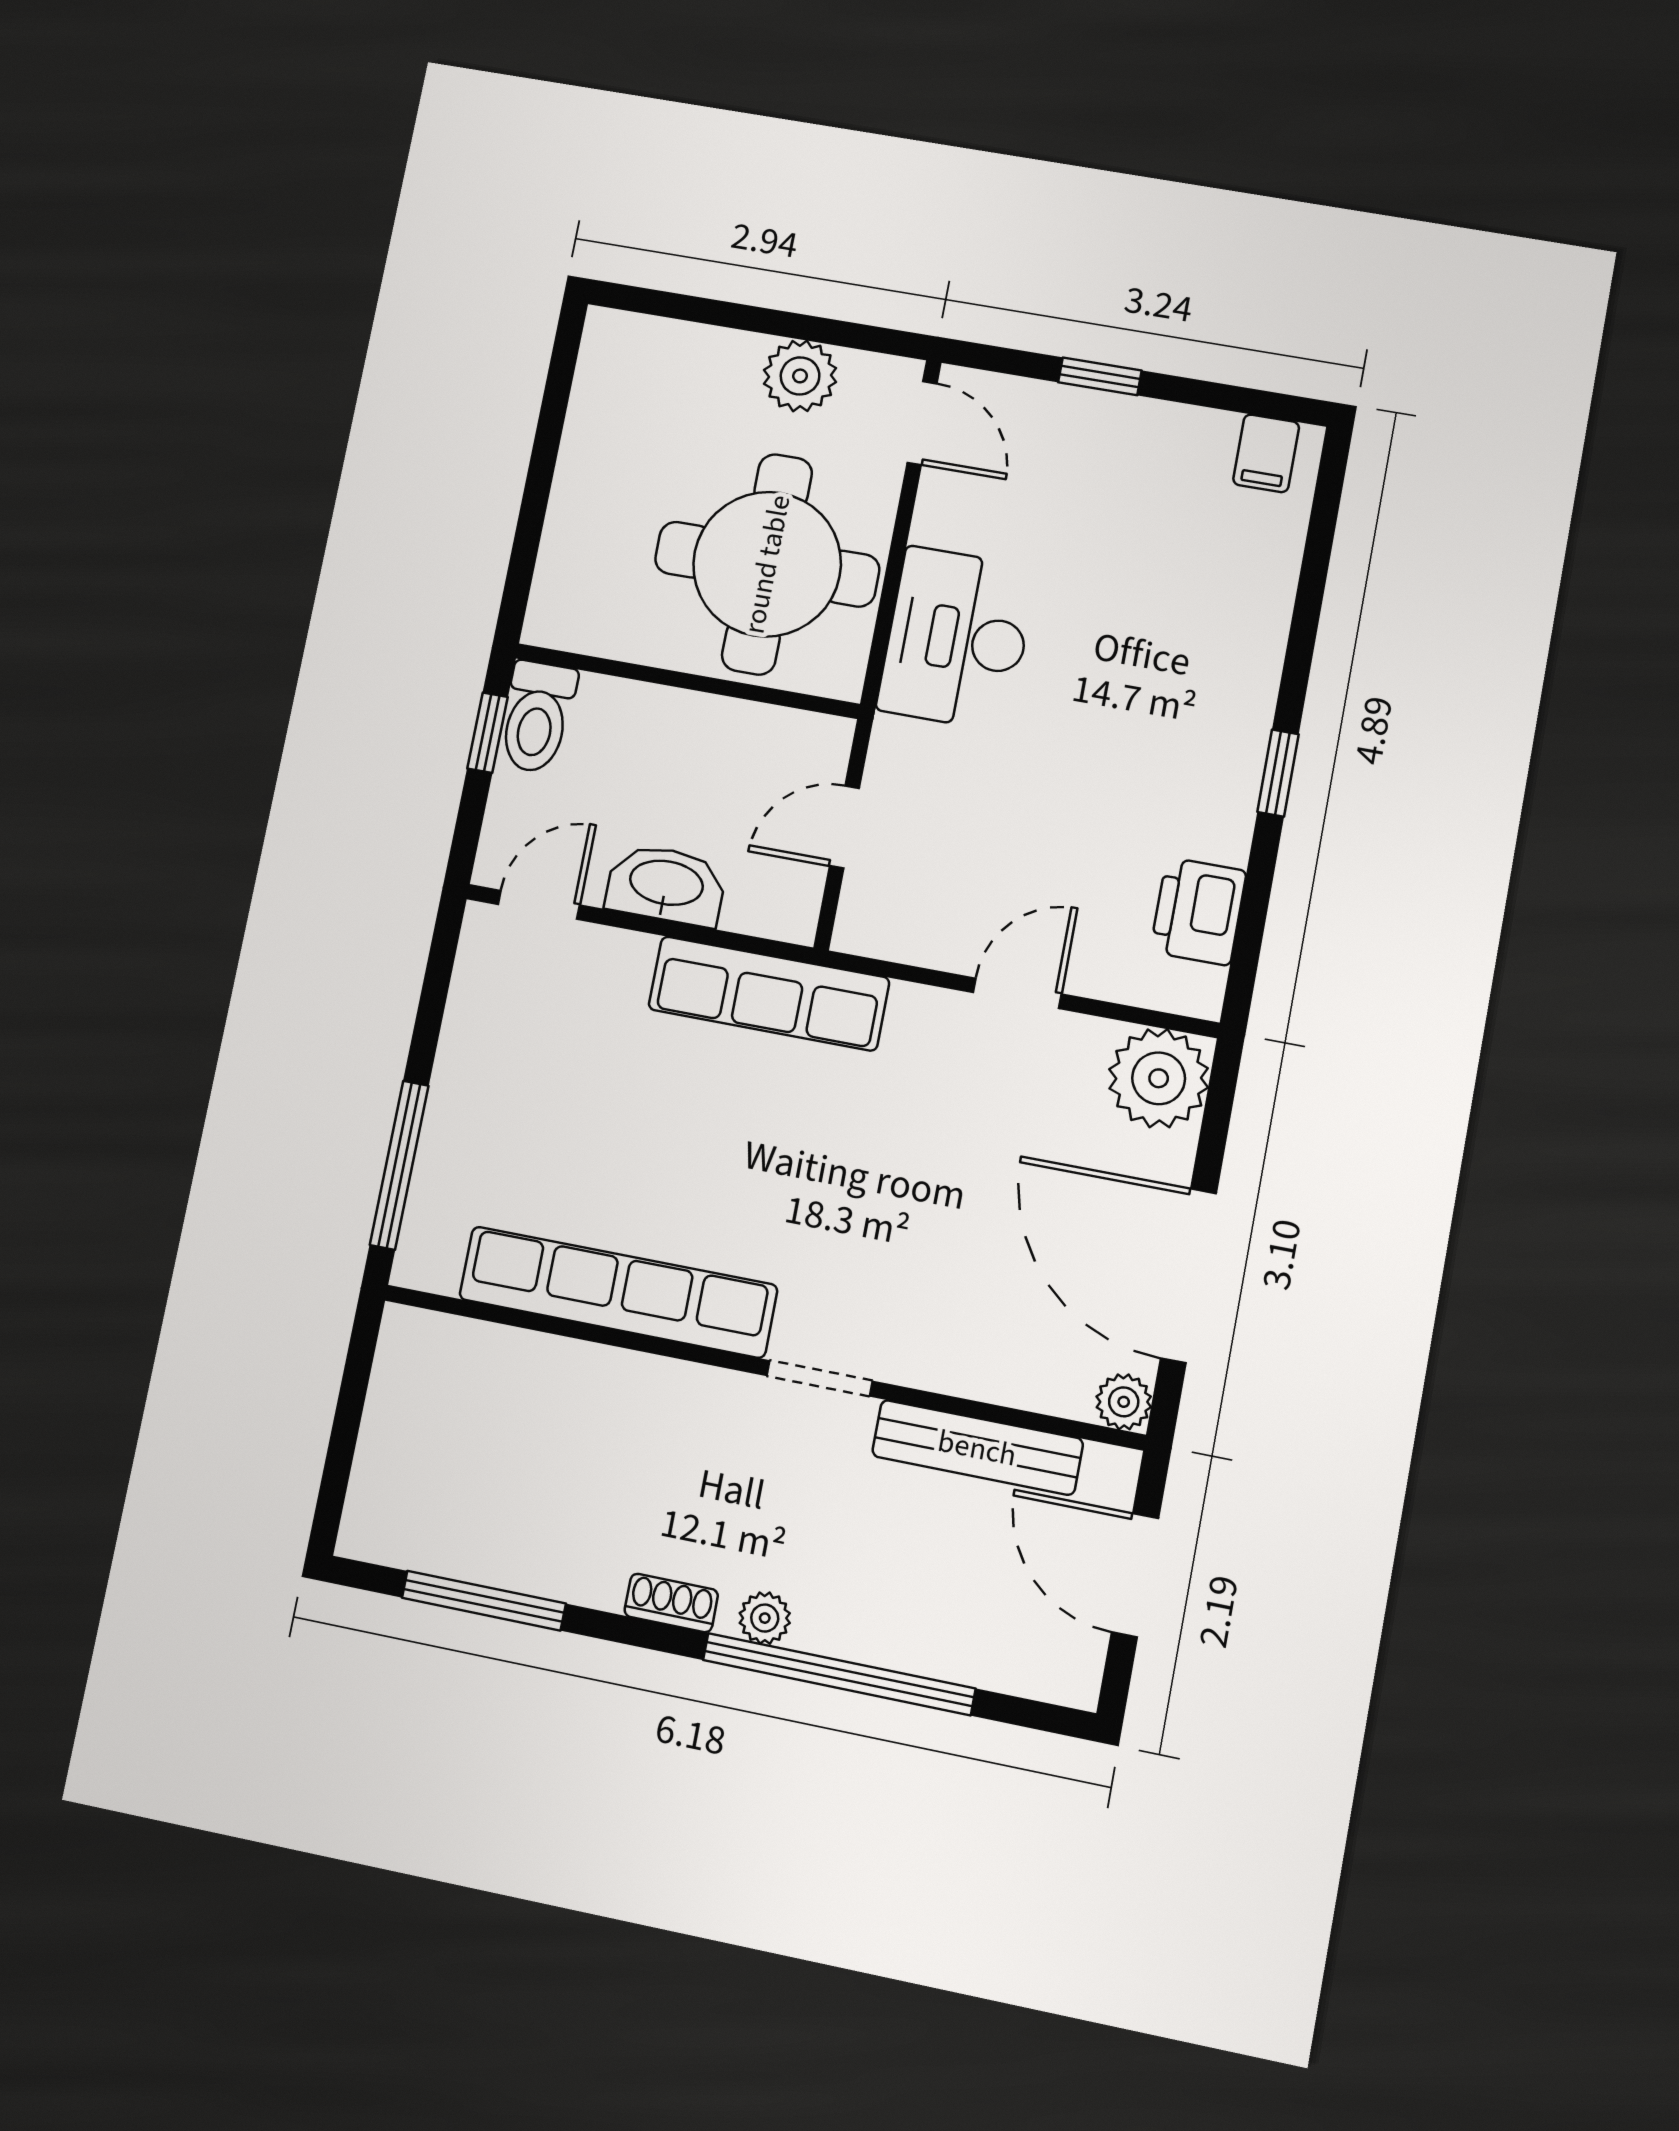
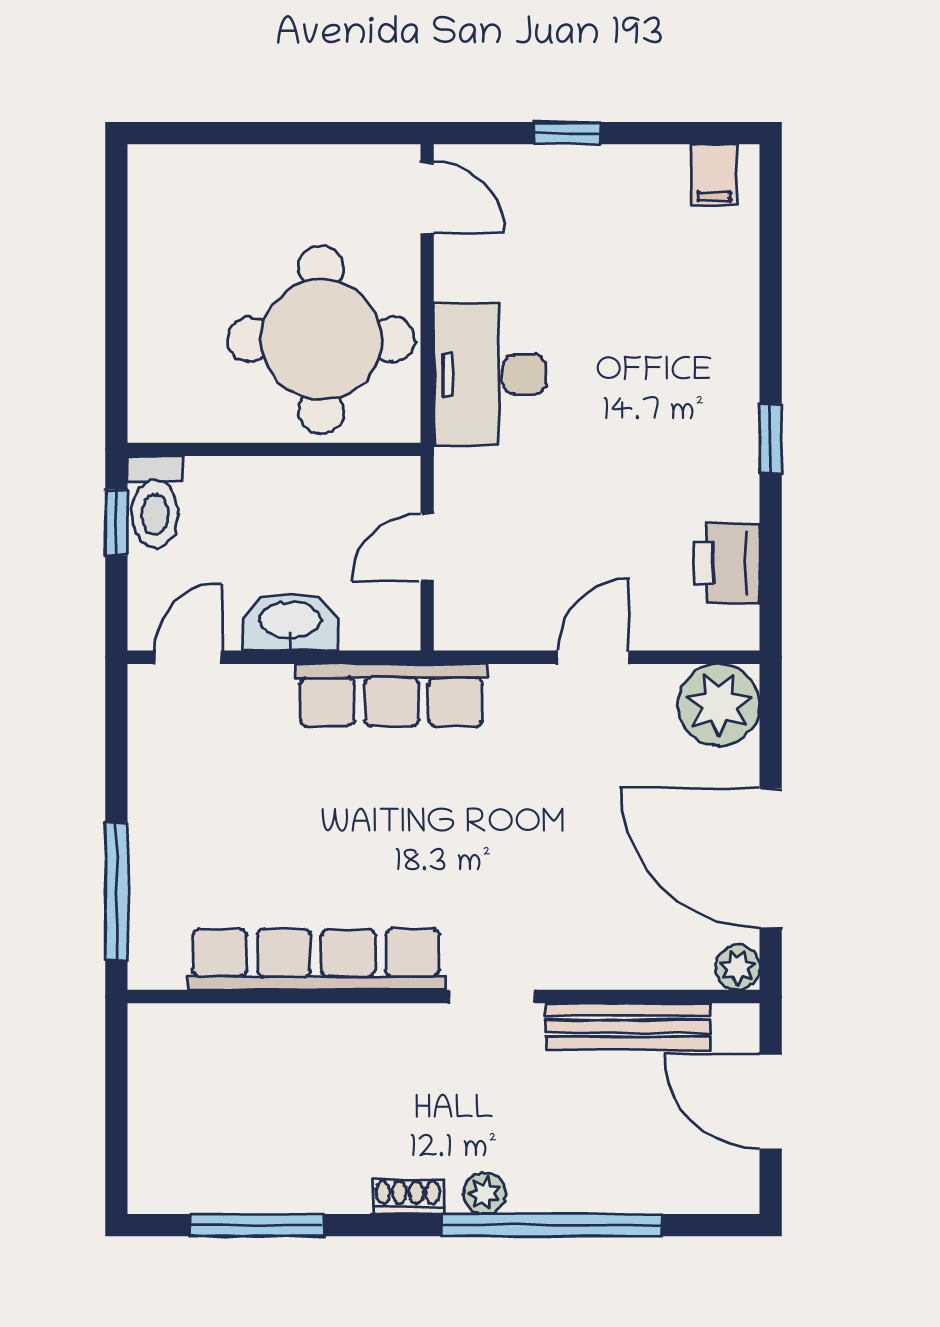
plant: (800, 376) -> (318, 175), removed

